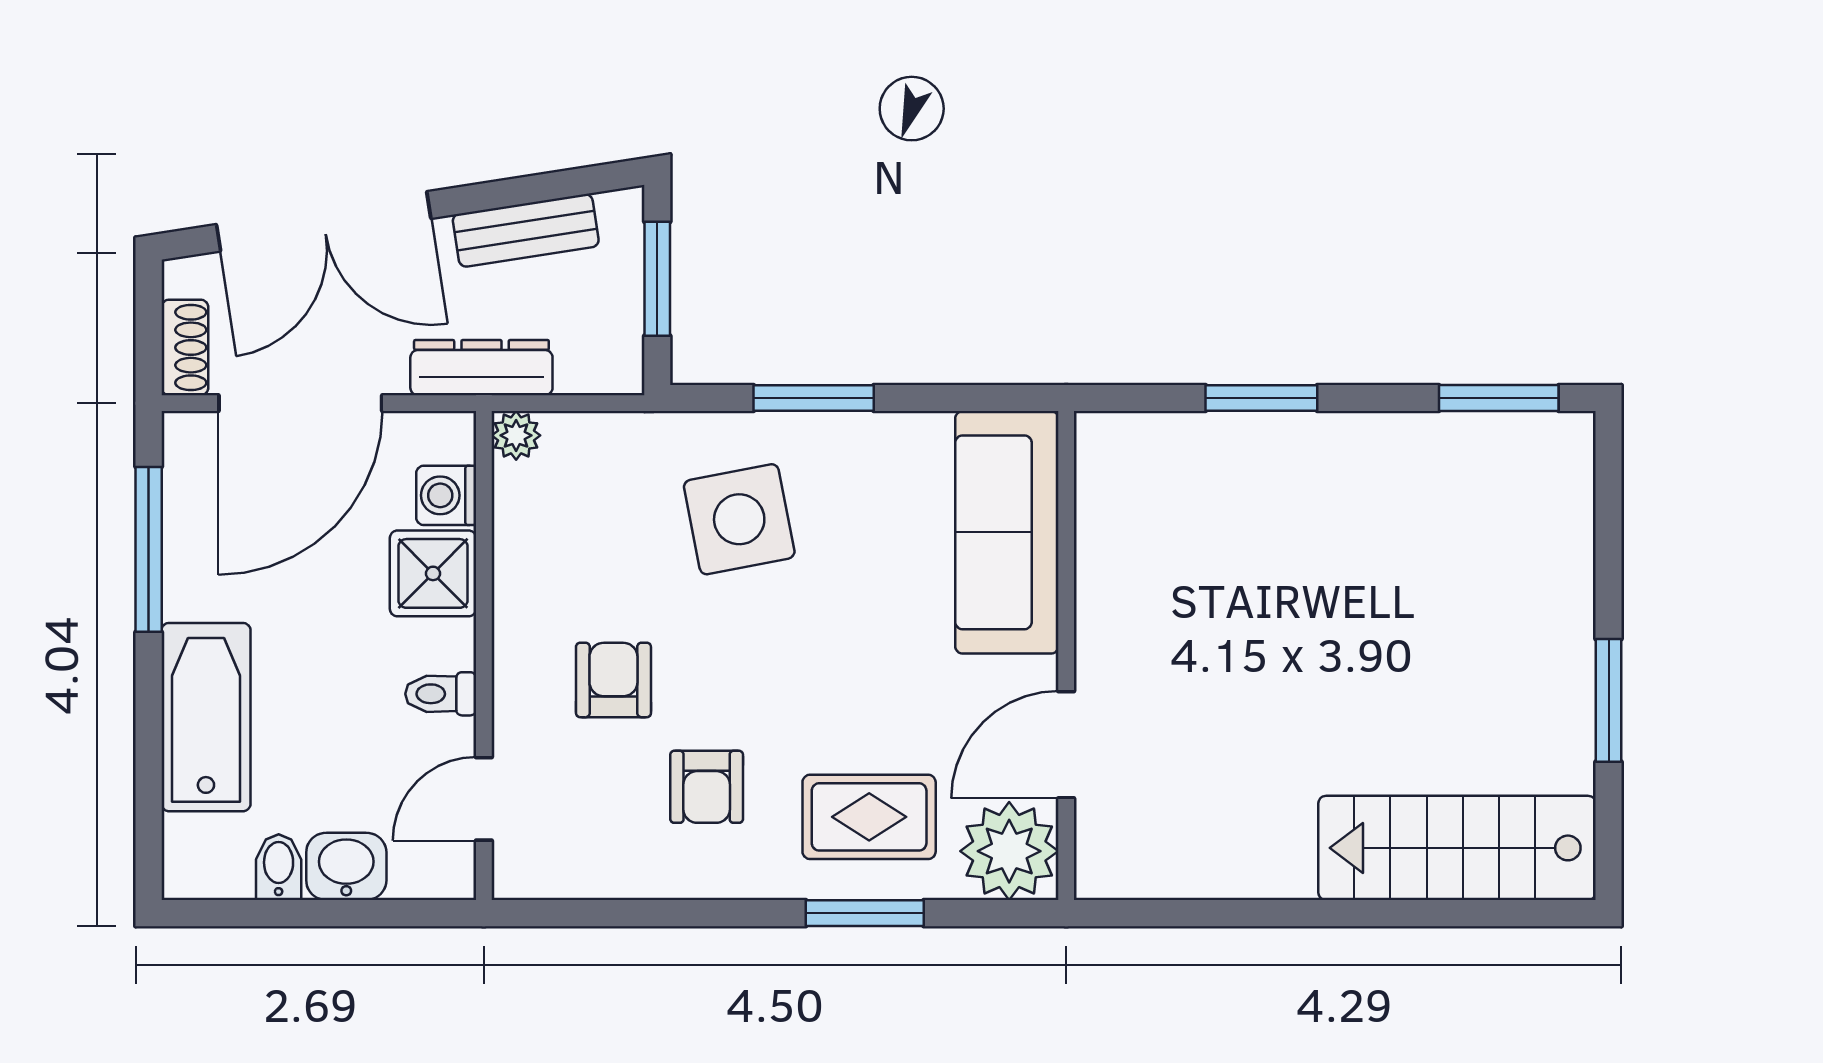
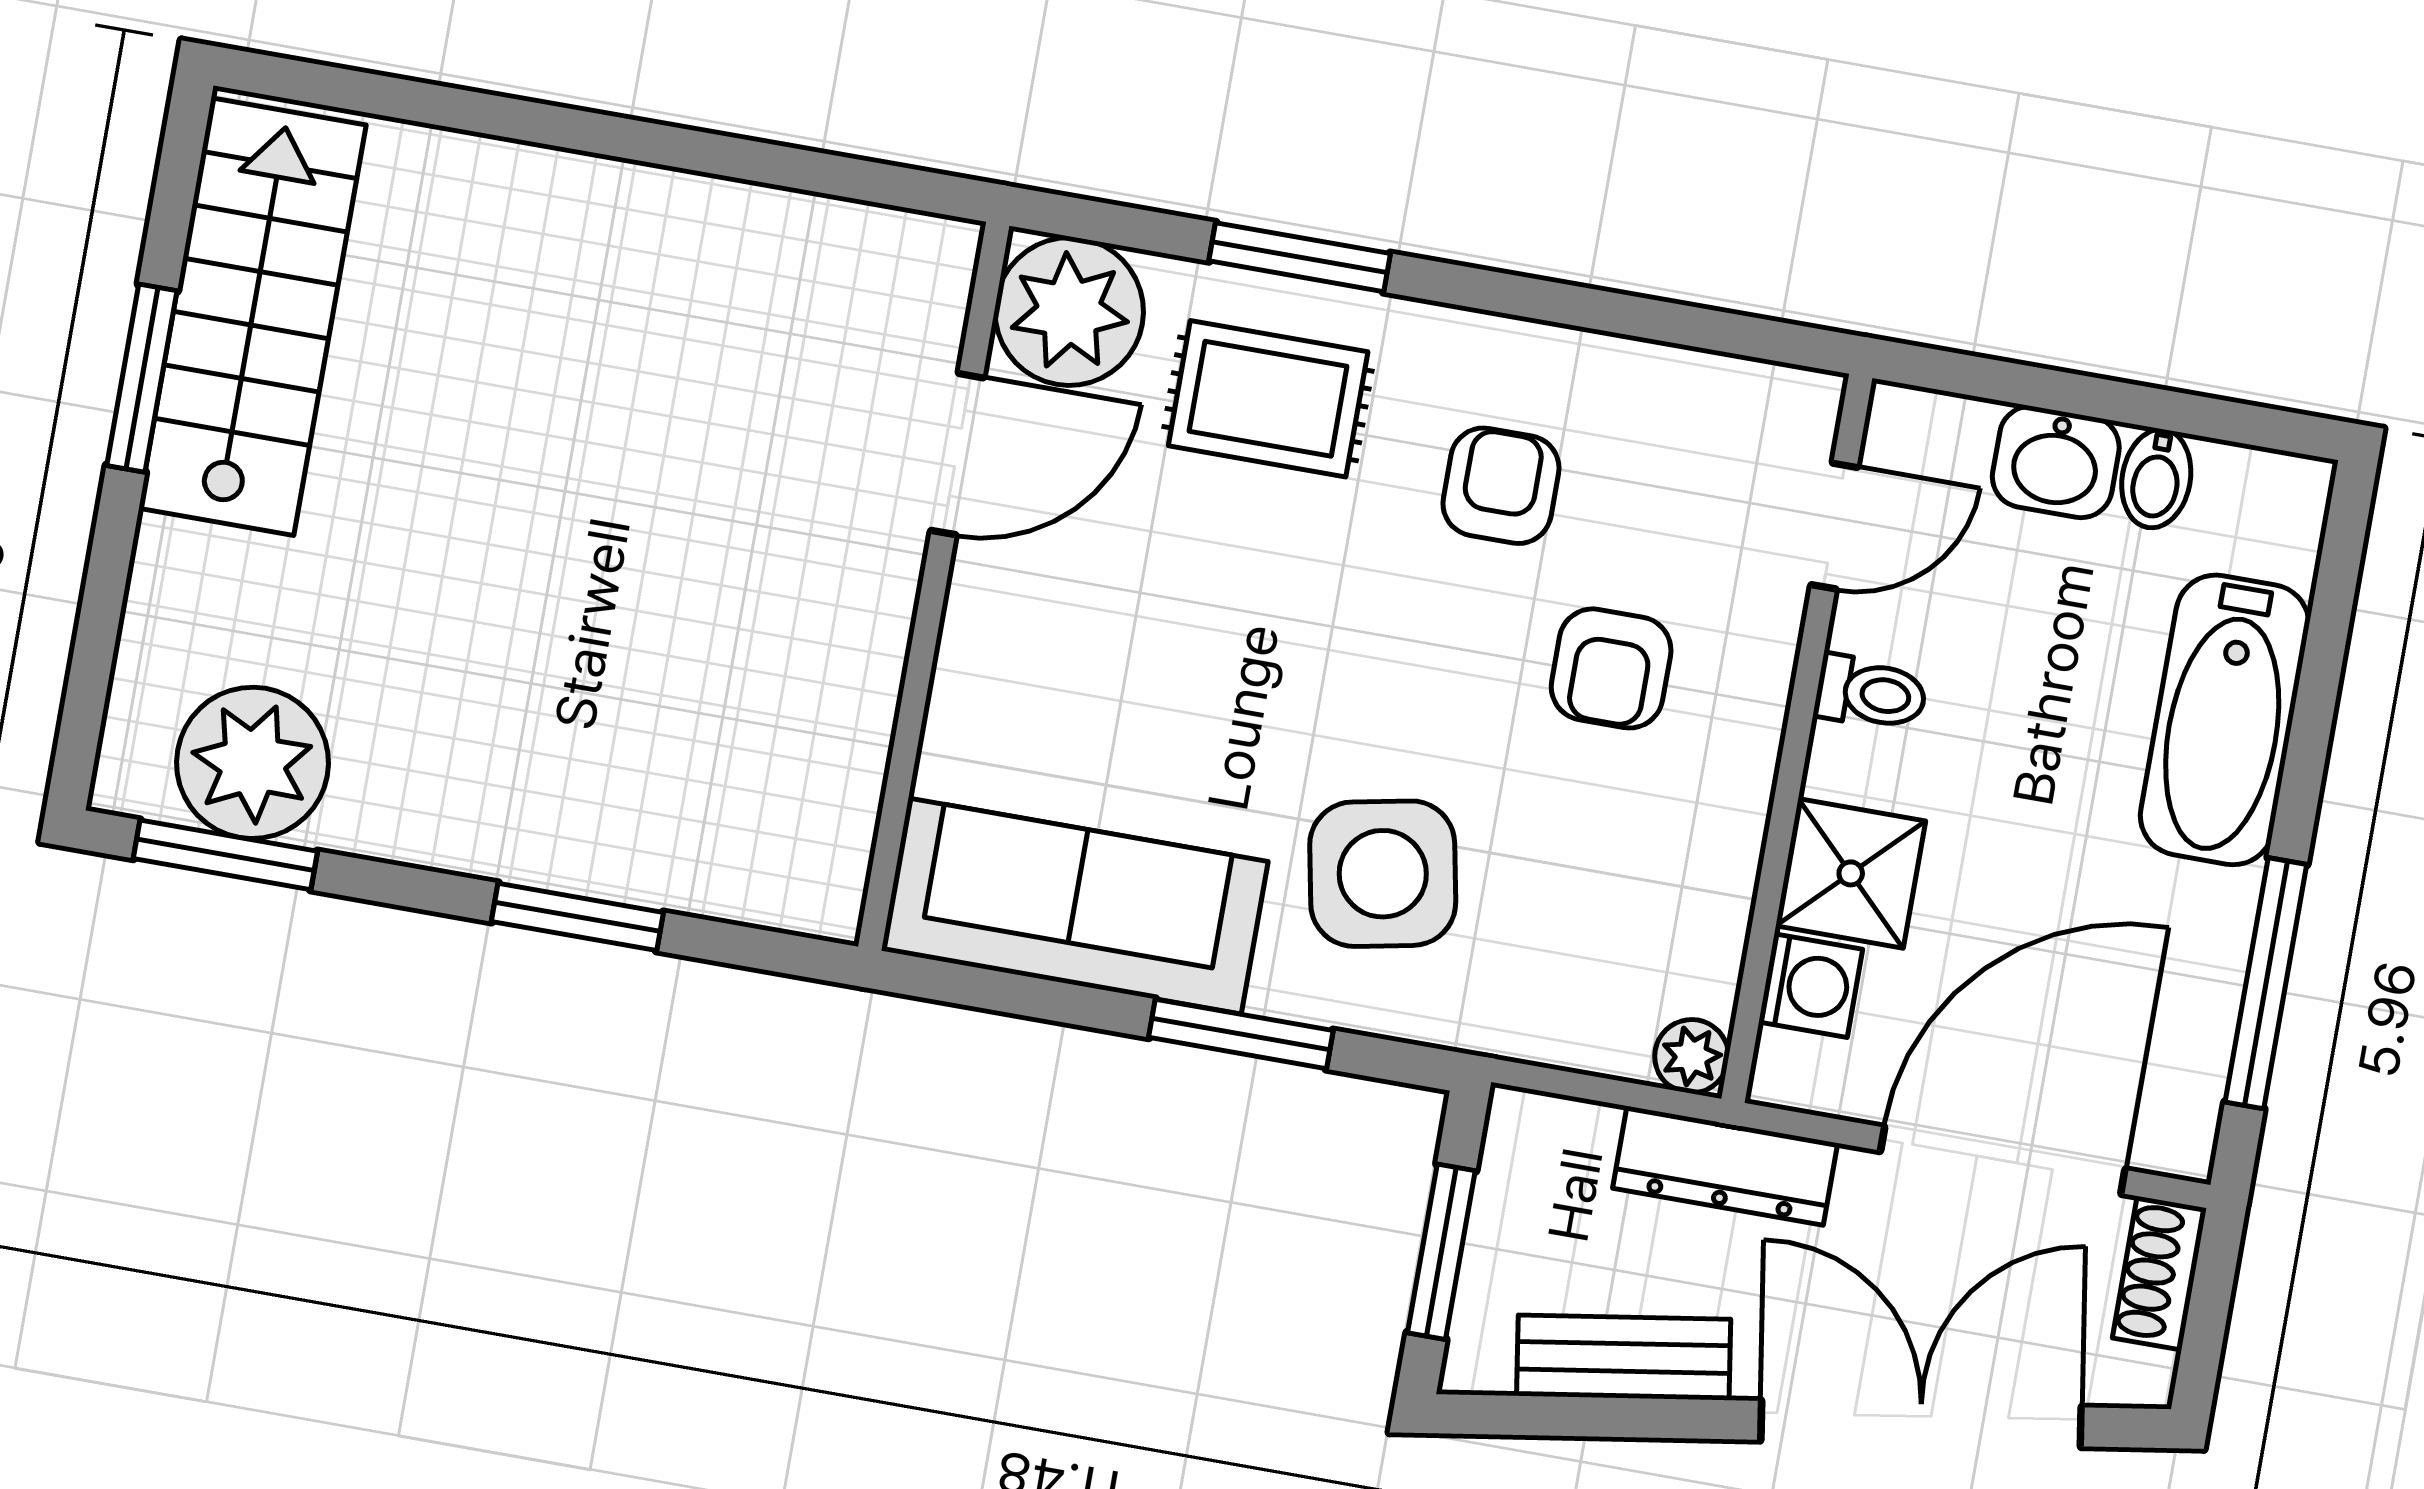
plant: (1492, 461) -> (252, 763), added
sofa: (1007, 532) -> (1075, 906), moved, turned -90
stairs: (1457, 848) -> (252, 317), moved, turned -90

